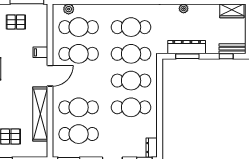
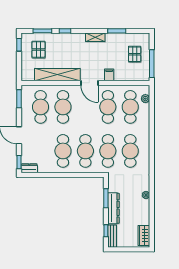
dresser: (187, 47) -> (113, 208), moved

